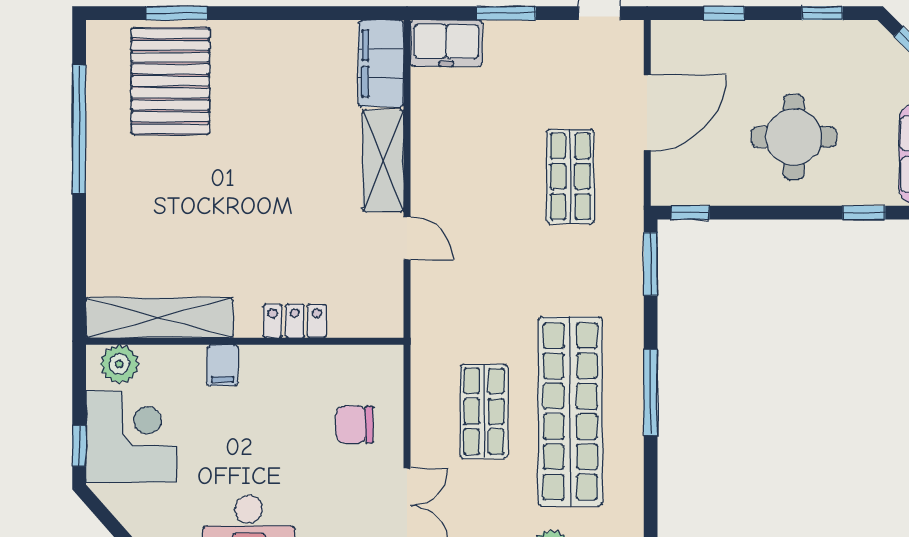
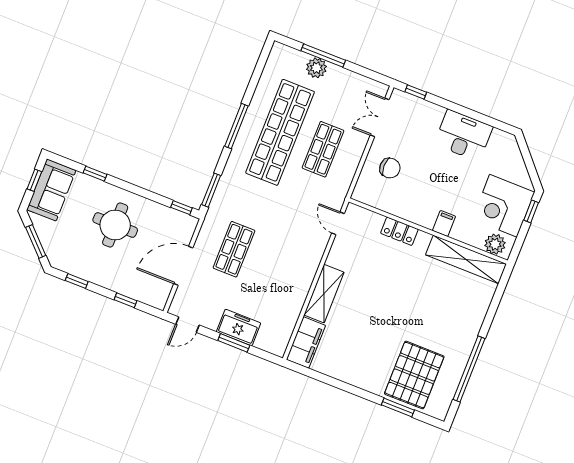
freezer: (446, 43) -> (239, 327), moved
door: (407, 238) -> (338, 223), moved

